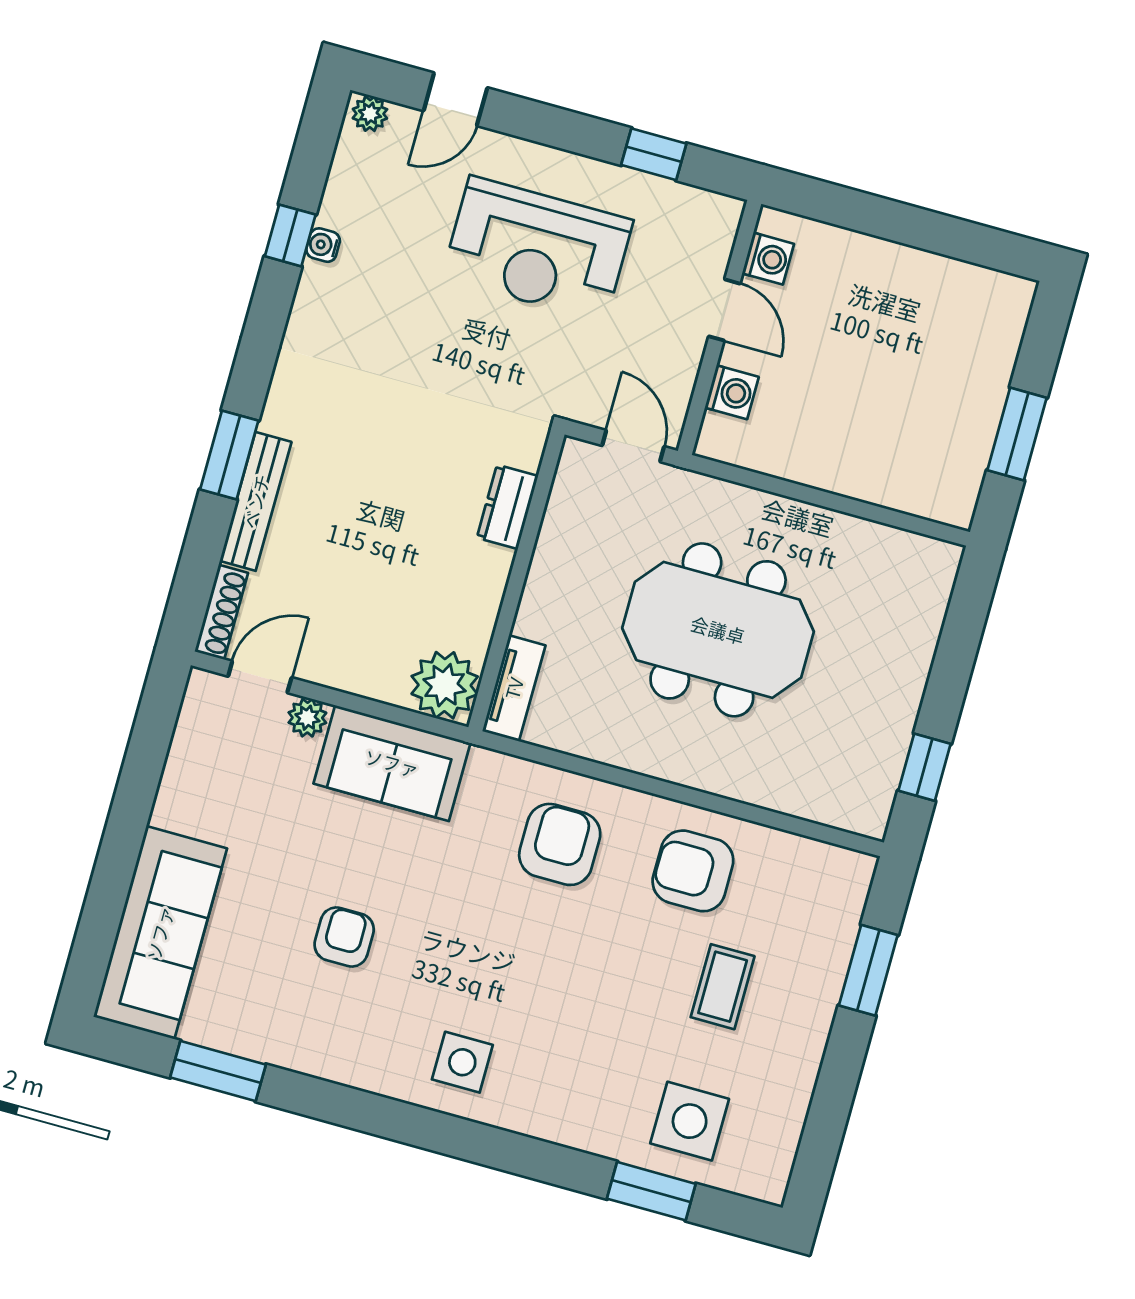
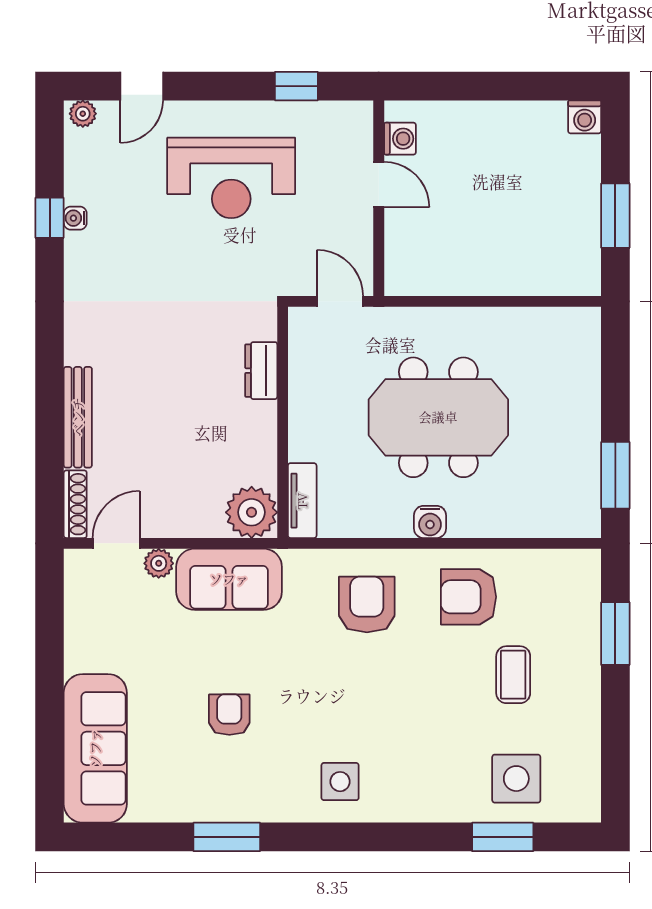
washing machine: (732, 392) -> (585, 117), moved, turned 90
window: (229, 455) -> (50, 389), removed
water cooler: (670, 761) -> (430, 522), added
window: (925, 767) -> (615, 475), width x1.50
window: (218, 1071) -> (227, 837), moved

